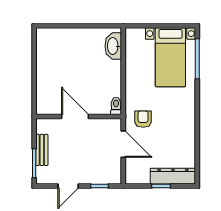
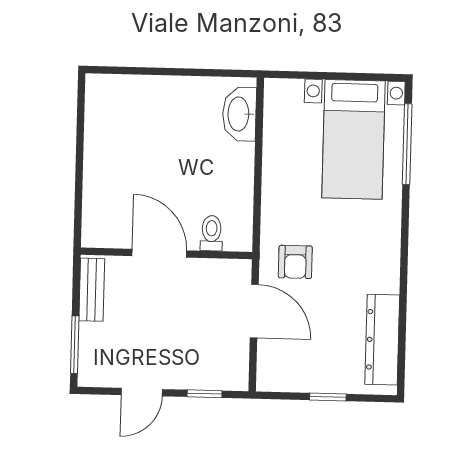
toilet: (116, 106) -> (211, 233), moved
armchair: (143, 119) -> (295, 262), turned 180
bench: (42, 150) -> (92, 290), moved
dresser: (173, 176) -> (382, 340), moved, turned -90

